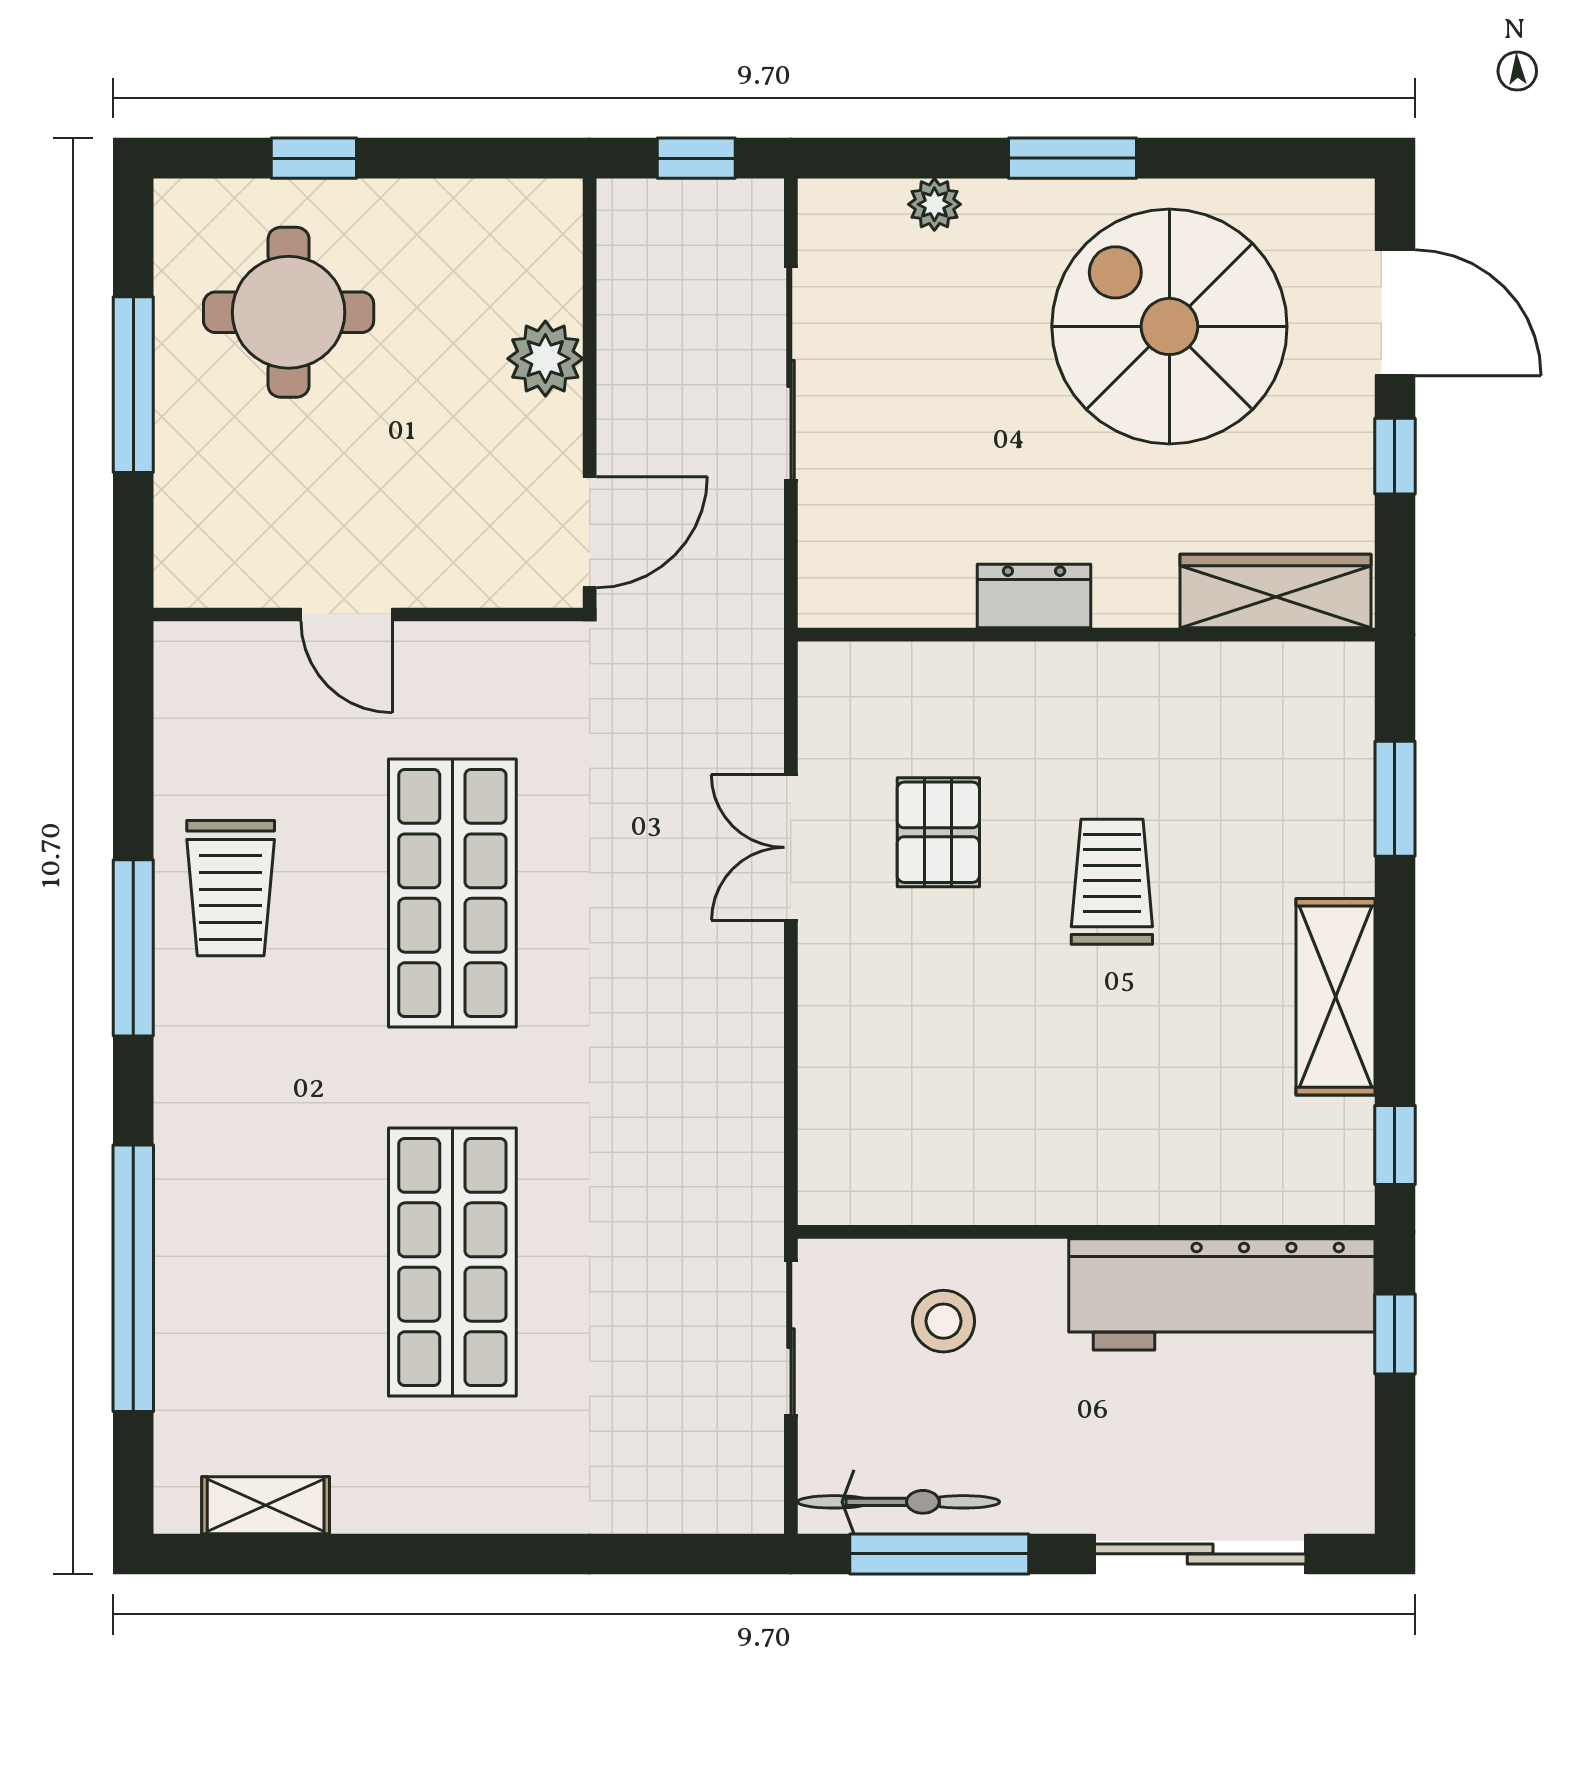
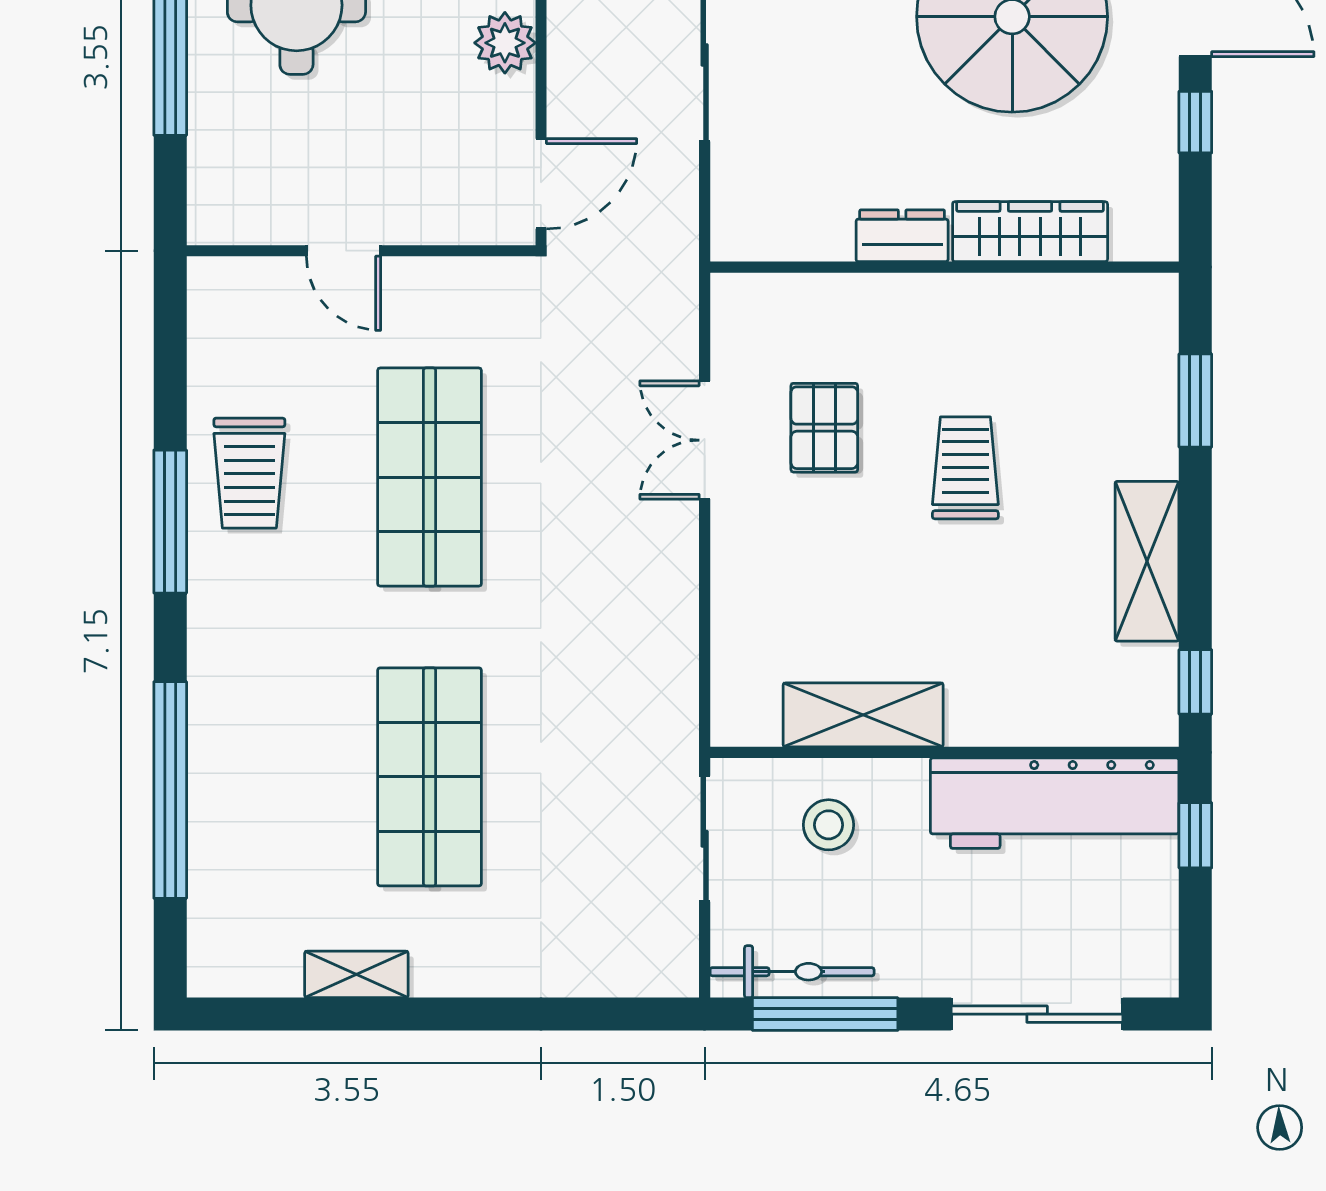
wardrobe: (1275, 591) -> (1030, 232), moved
shelving: (986, 1186) -> (863, 715), added
shelving: (266, 1505) -> (356, 974), moved

